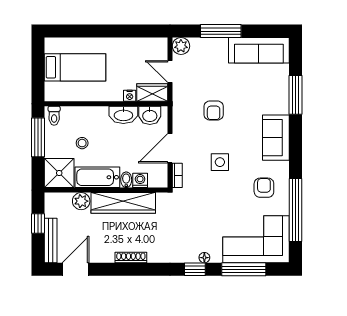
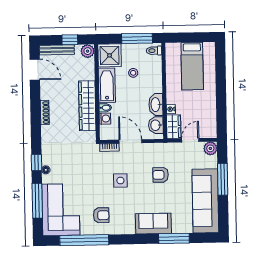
sofa: (259, 50) -> (205, 201), width x1.36, depth x1.27
sofa: (276, 138) -> (153, 224), moved
plant: (81, 201) -> (88, 51), moved

